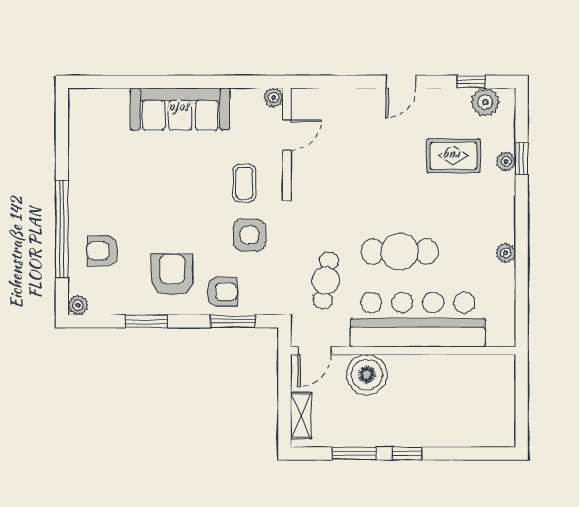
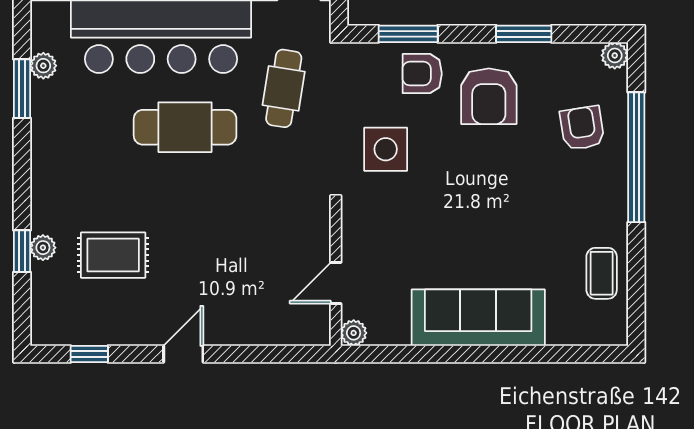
plant: (485, 102) -> (71, 327), removed
coffee table: (244, 183) -> (602, 273), moved
armchair: (102, 251) -> (582, 128), turned -99
plant: (506, 253) -> (43, 66), moved
window: (522, 280) -> (22, 89), added

